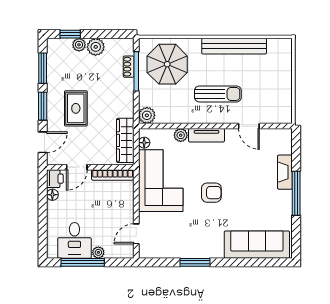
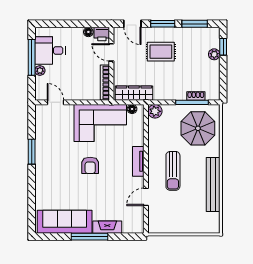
plant: (96, 47) -> (212, 68), removed
plant: (181, 135) -> (138, 140), removed
sofa: (257, 245) -> (65, 222), moved, turned -90

